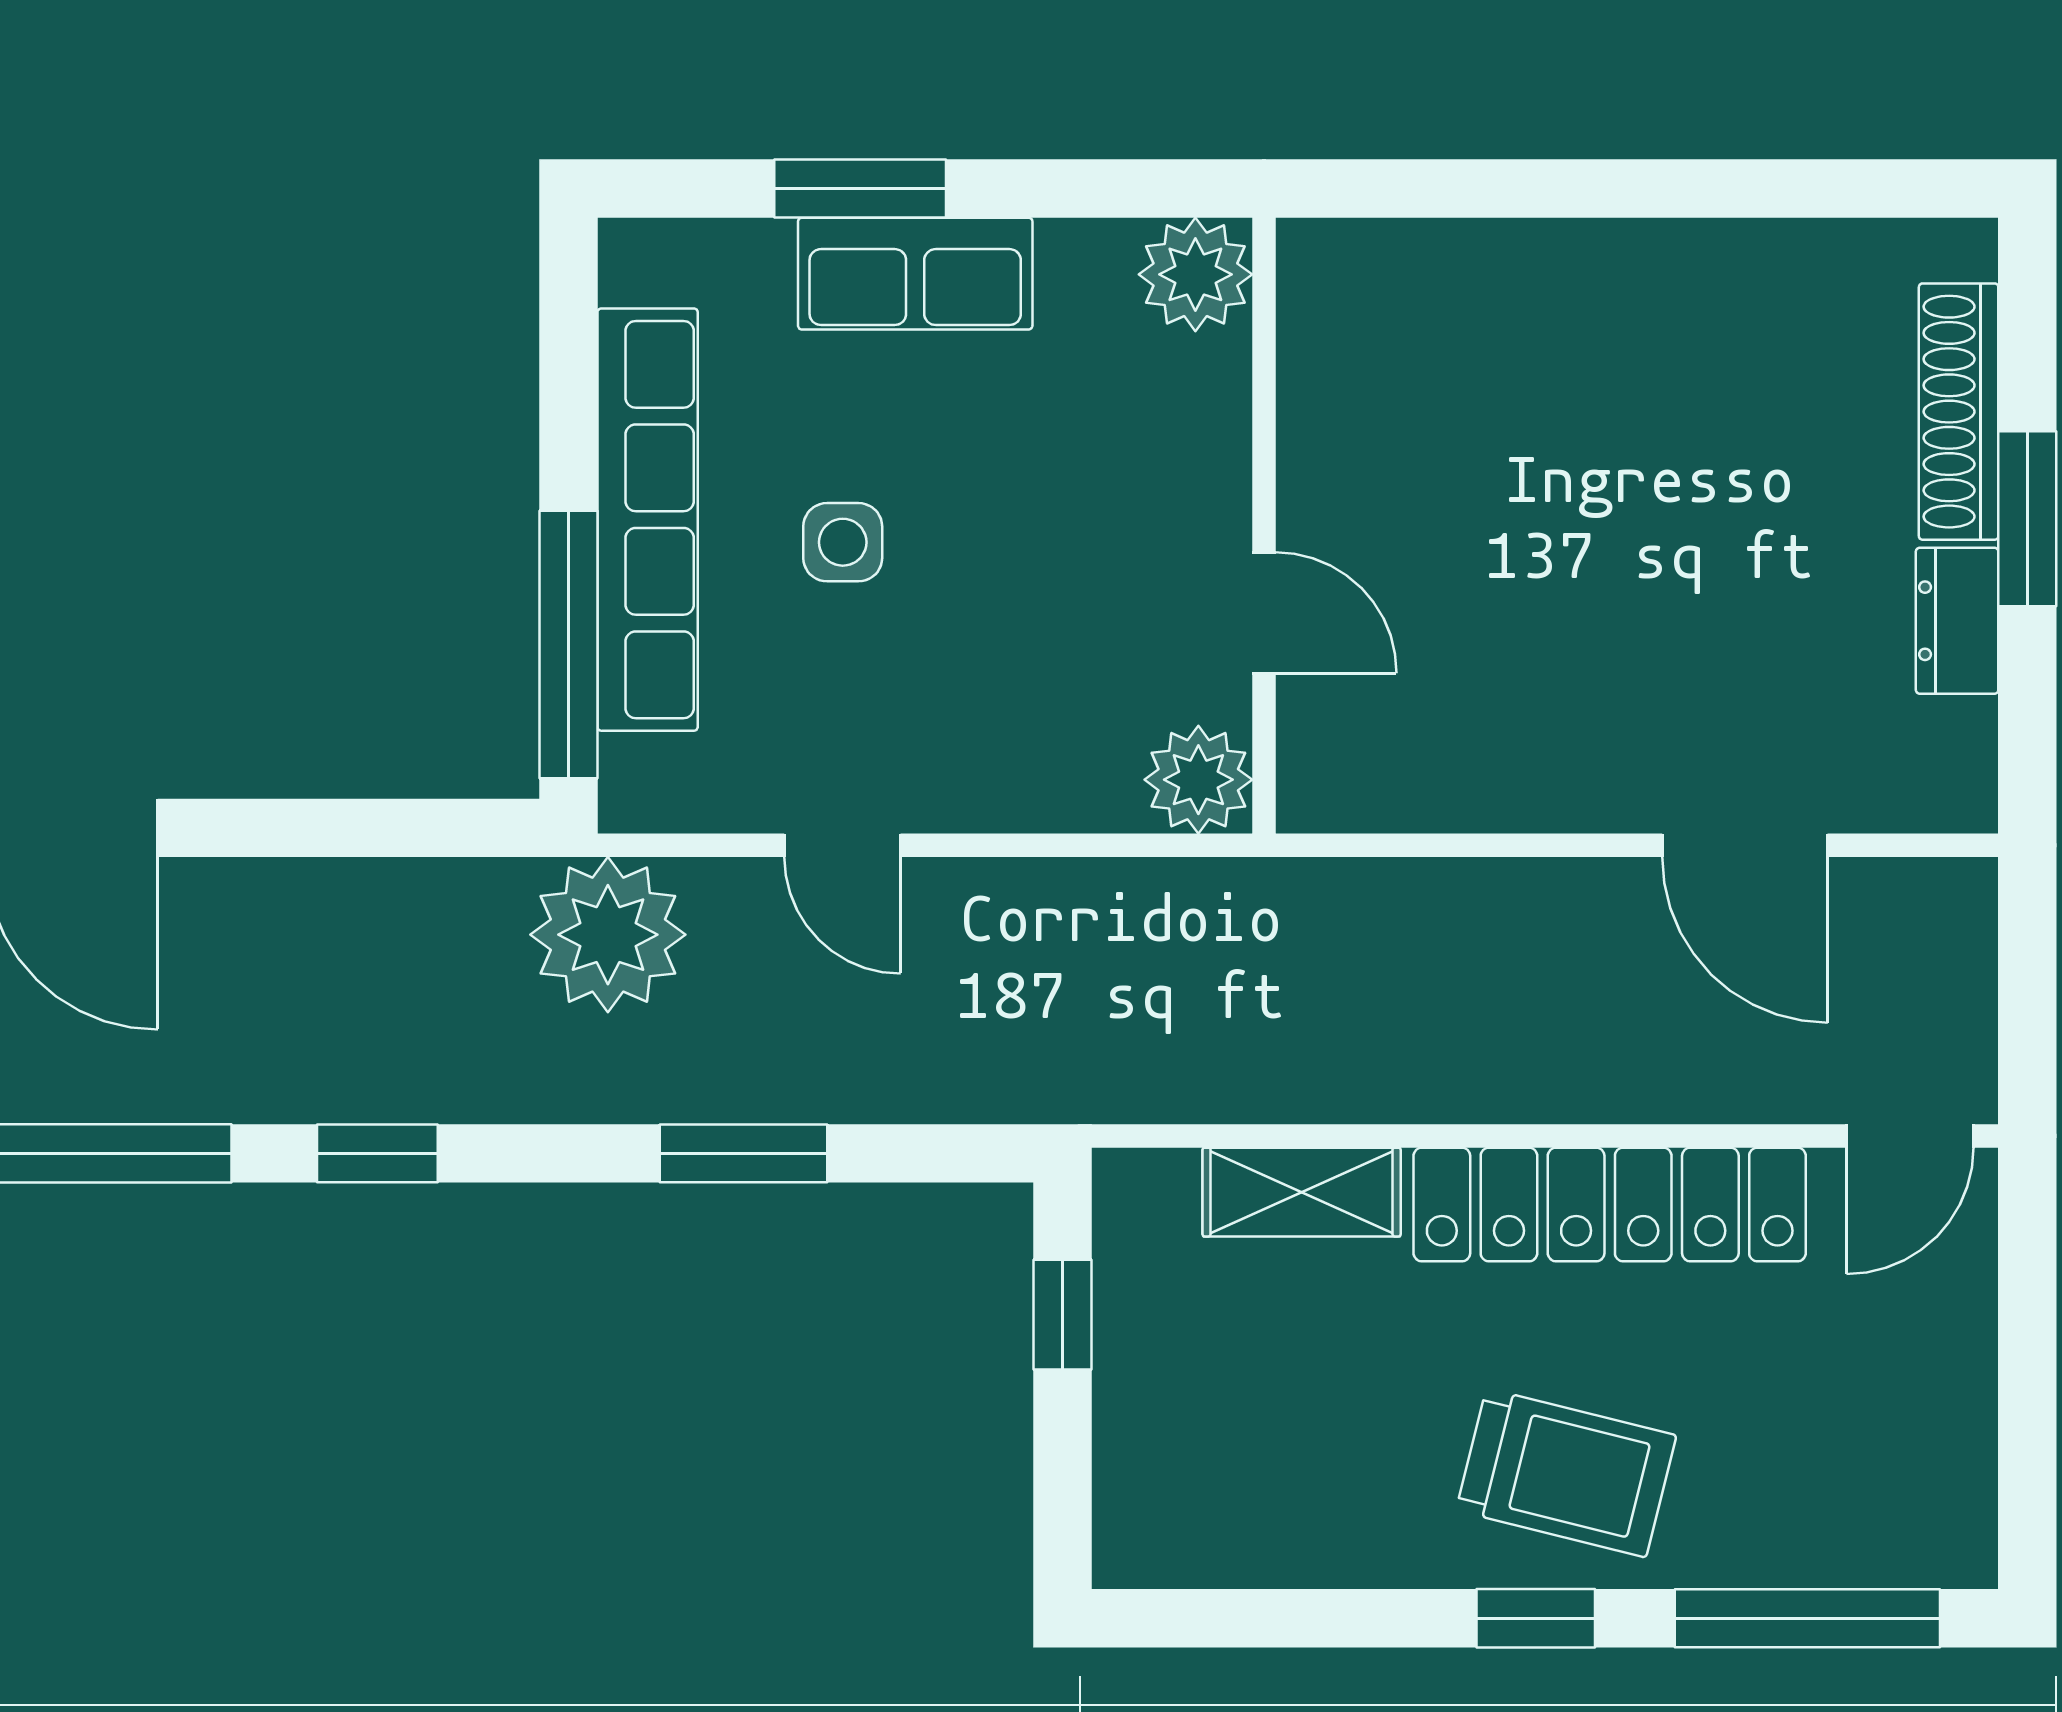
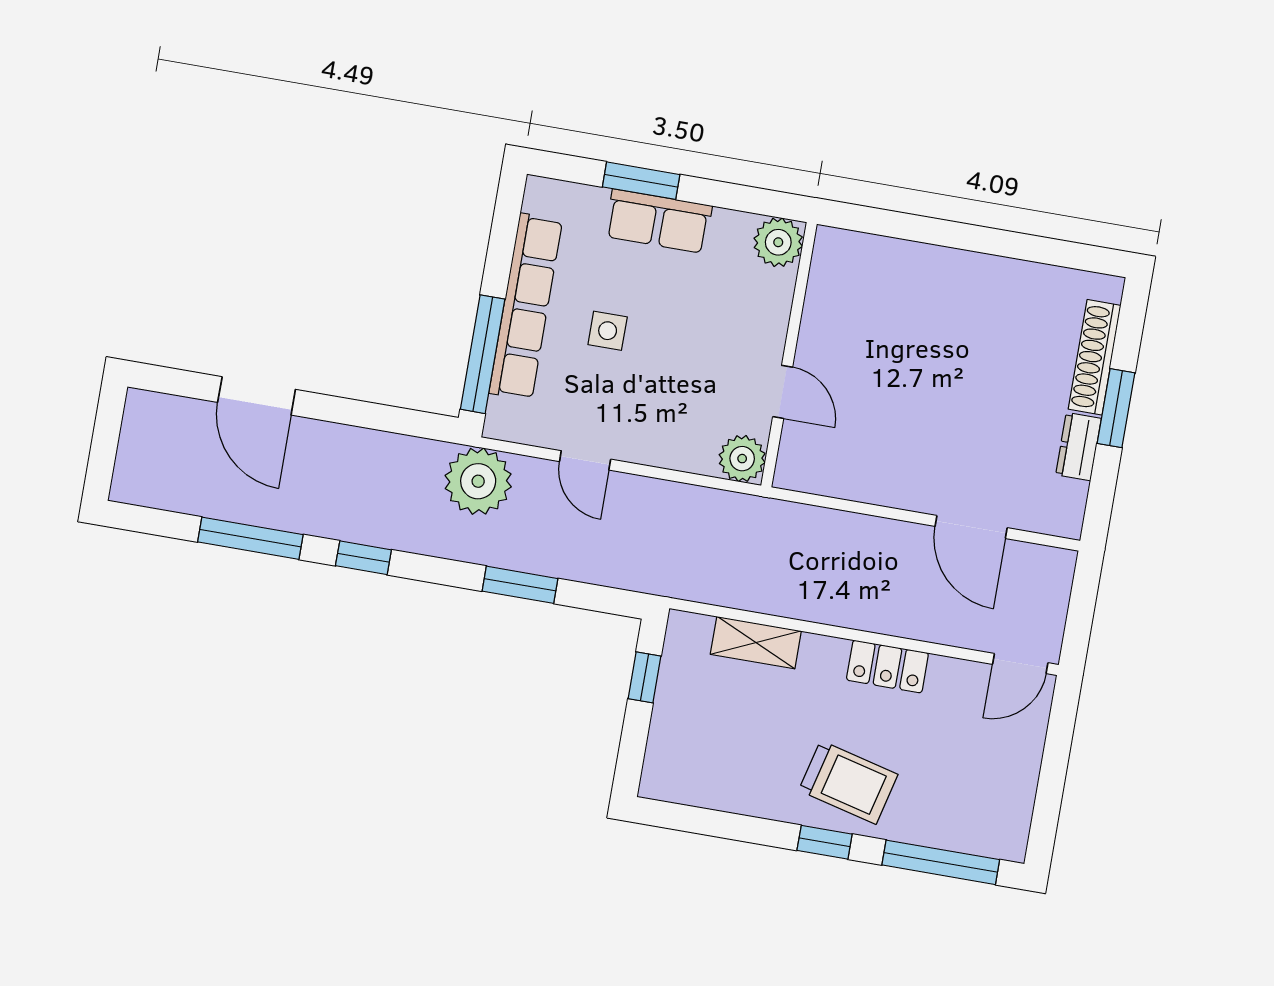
locker: (1610, 1204) -> (887, 666), width x0.46, depth x0.83

